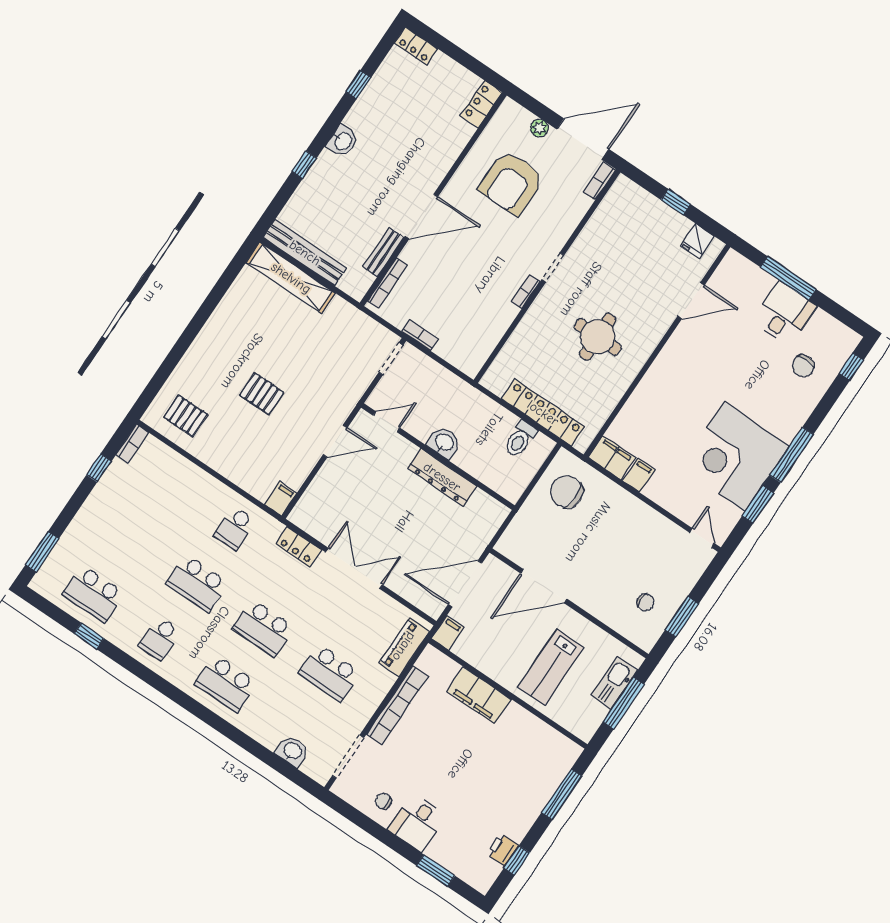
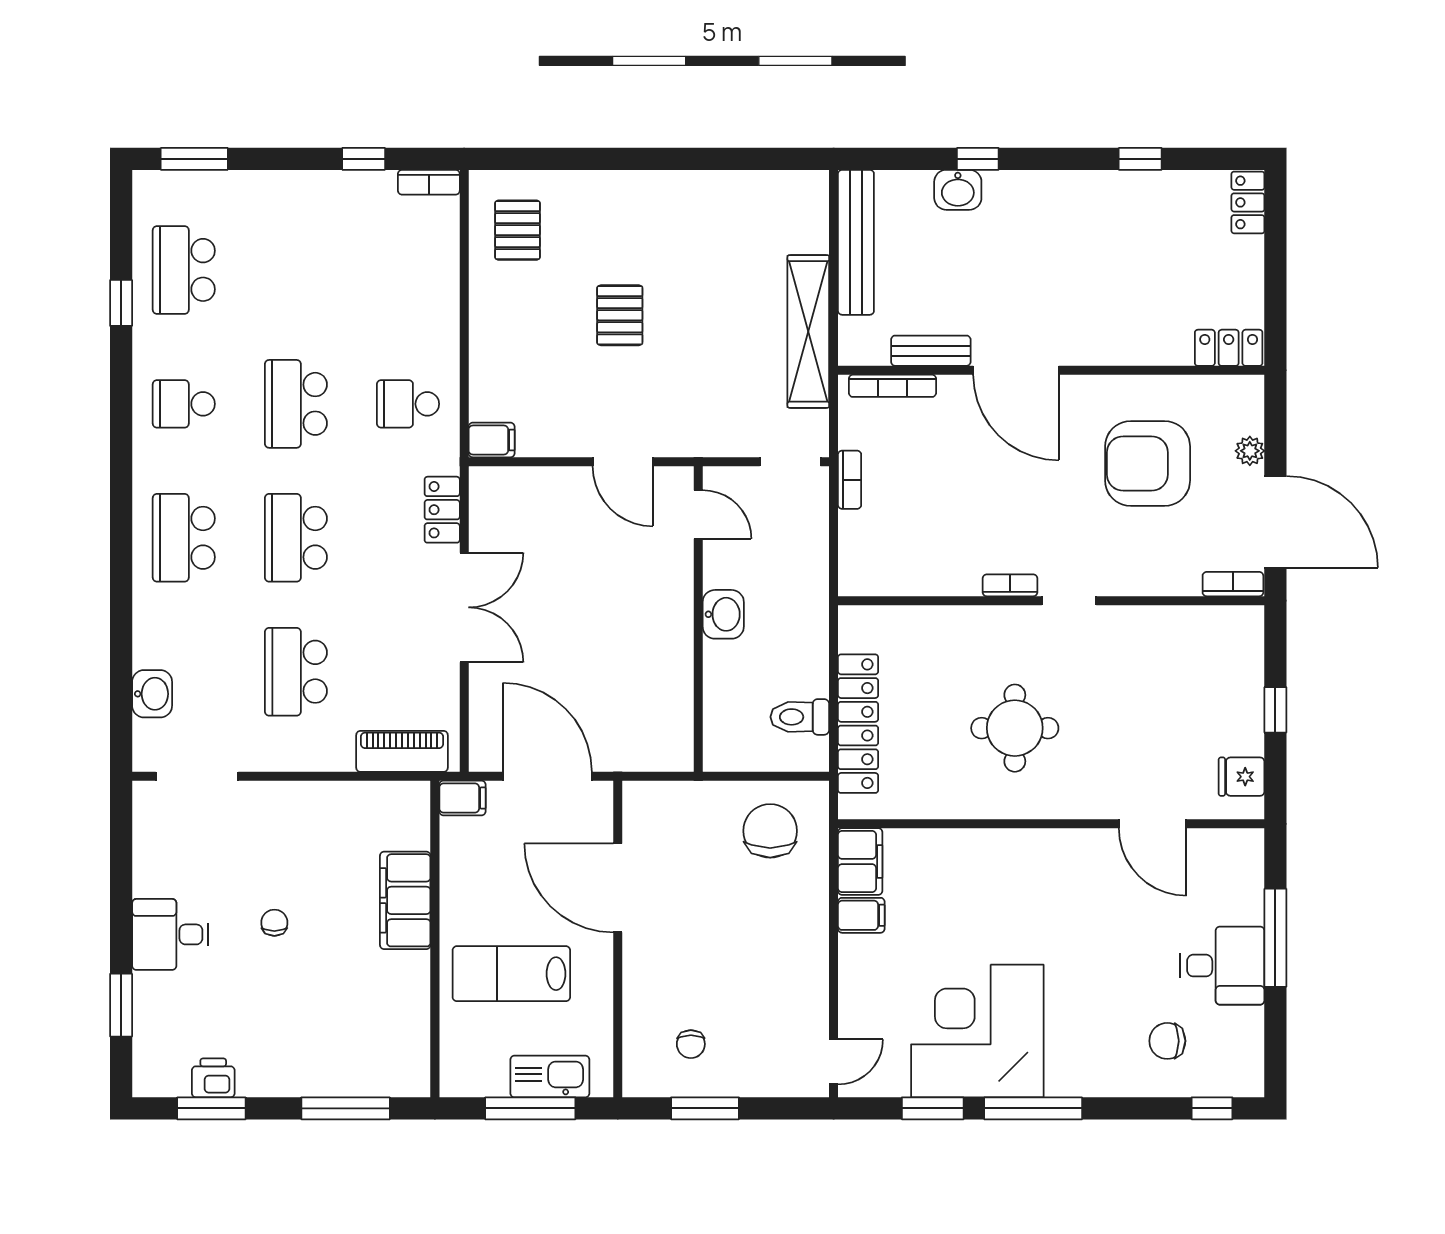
washbasin: (343, 141) -> (958, 190), moved
shelving: (291, 278) -> (808, 331), moved
dresser: (442, 477) -> (673, 644), removed
bookcase: (397, 705) -> (314, 796), removed
chair: (383, 801) -> (274, 923), moved
window: (517, 861) -> (211, 1108), width x1.50

